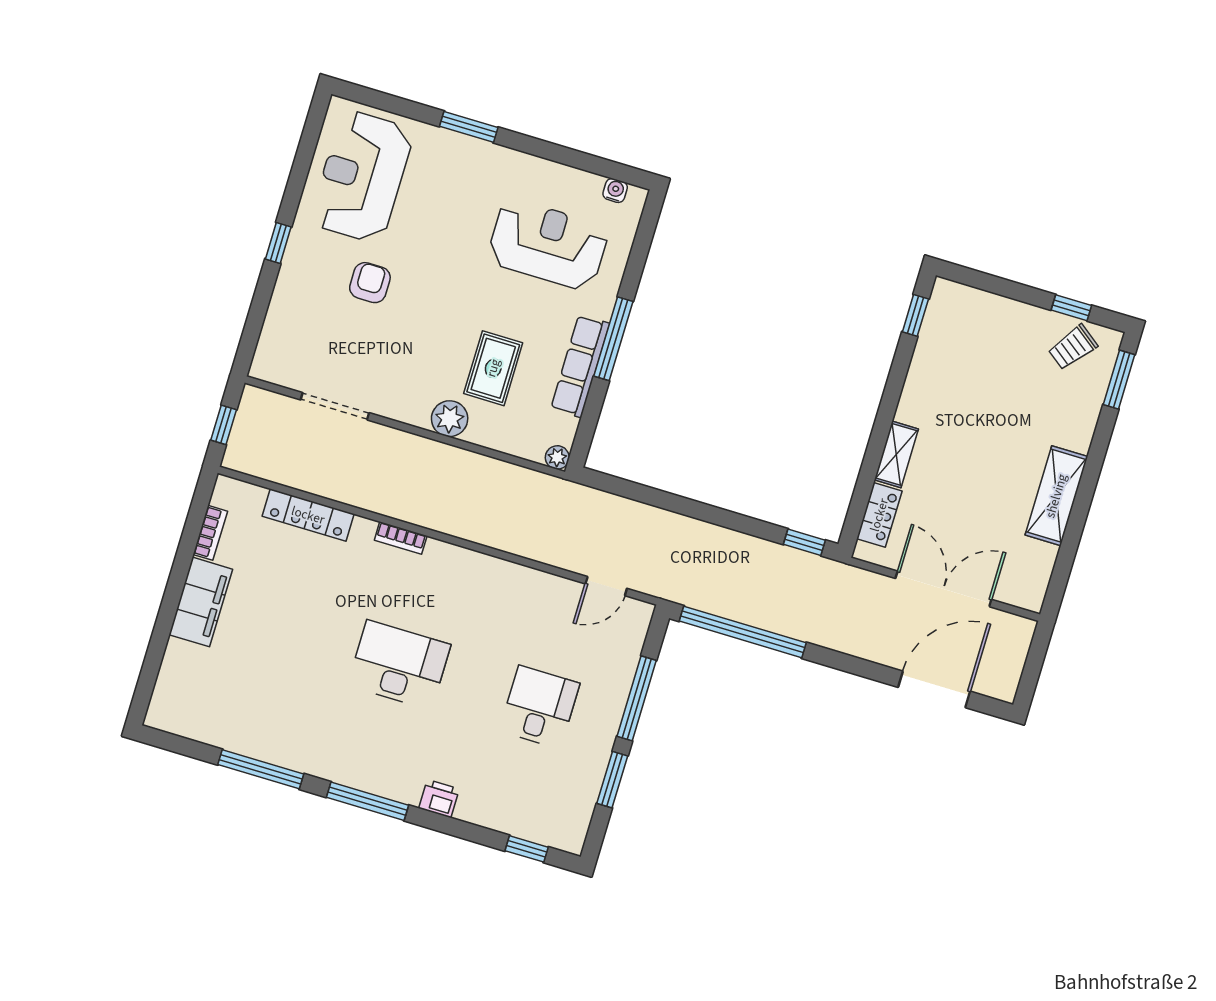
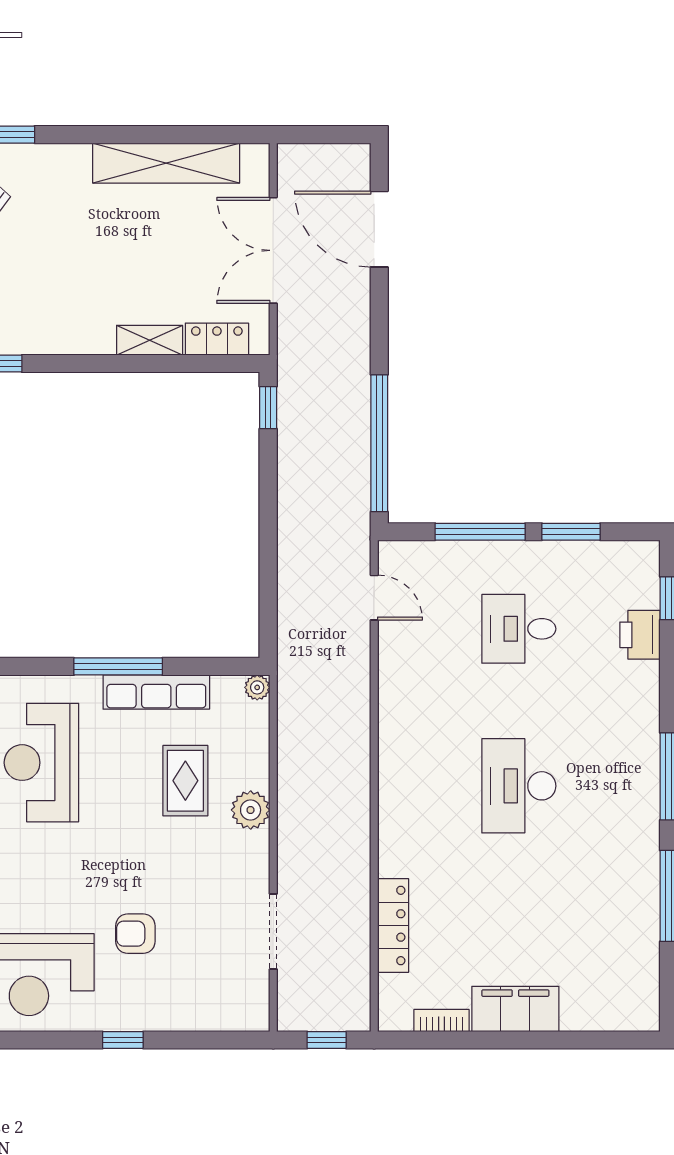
rug: (493, 368) -> (185, 781), turned 90
shelving: (1056, 496) -> (166, 163), width x1.47
bookcase: (401, 538) -> (388, 823), removed
printer: (439, 799) -> (640, 635), moved, width x1.36, depth x1.24

